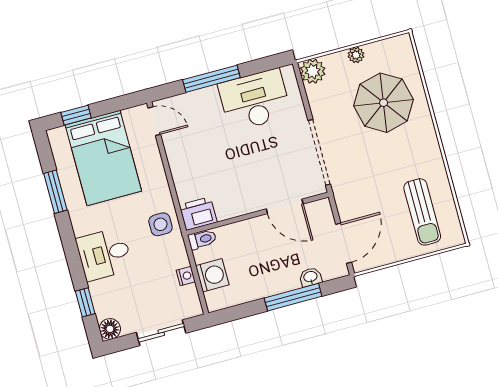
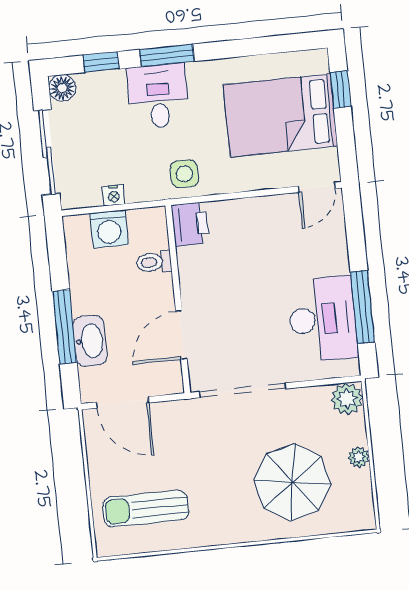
window: (211, 79) -> (363, 307), moved
window: (55, 192) -> (167, 55), moved
toilet: (202, 239) -> (154, 262), moved, turned 90
washbasin: (311, 277) -> (90, 341), width x1.91, depth x1.45
sliding door: (161, 333) -> (47, 152), width x1.37

